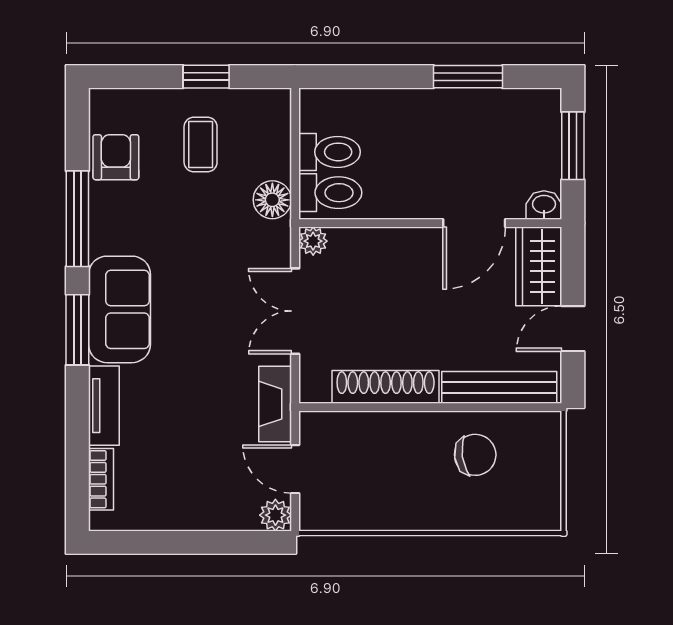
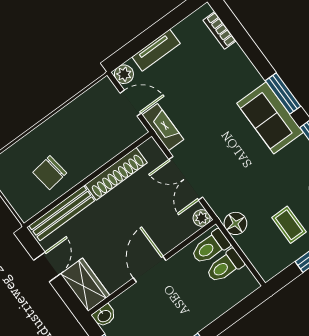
door: (474, 223) -> (150, 269), moved
double door: (295, 311) -> (186, 178), swing flipped
tv unit: (104, 406) -> (156, 50), moved, turned -90

